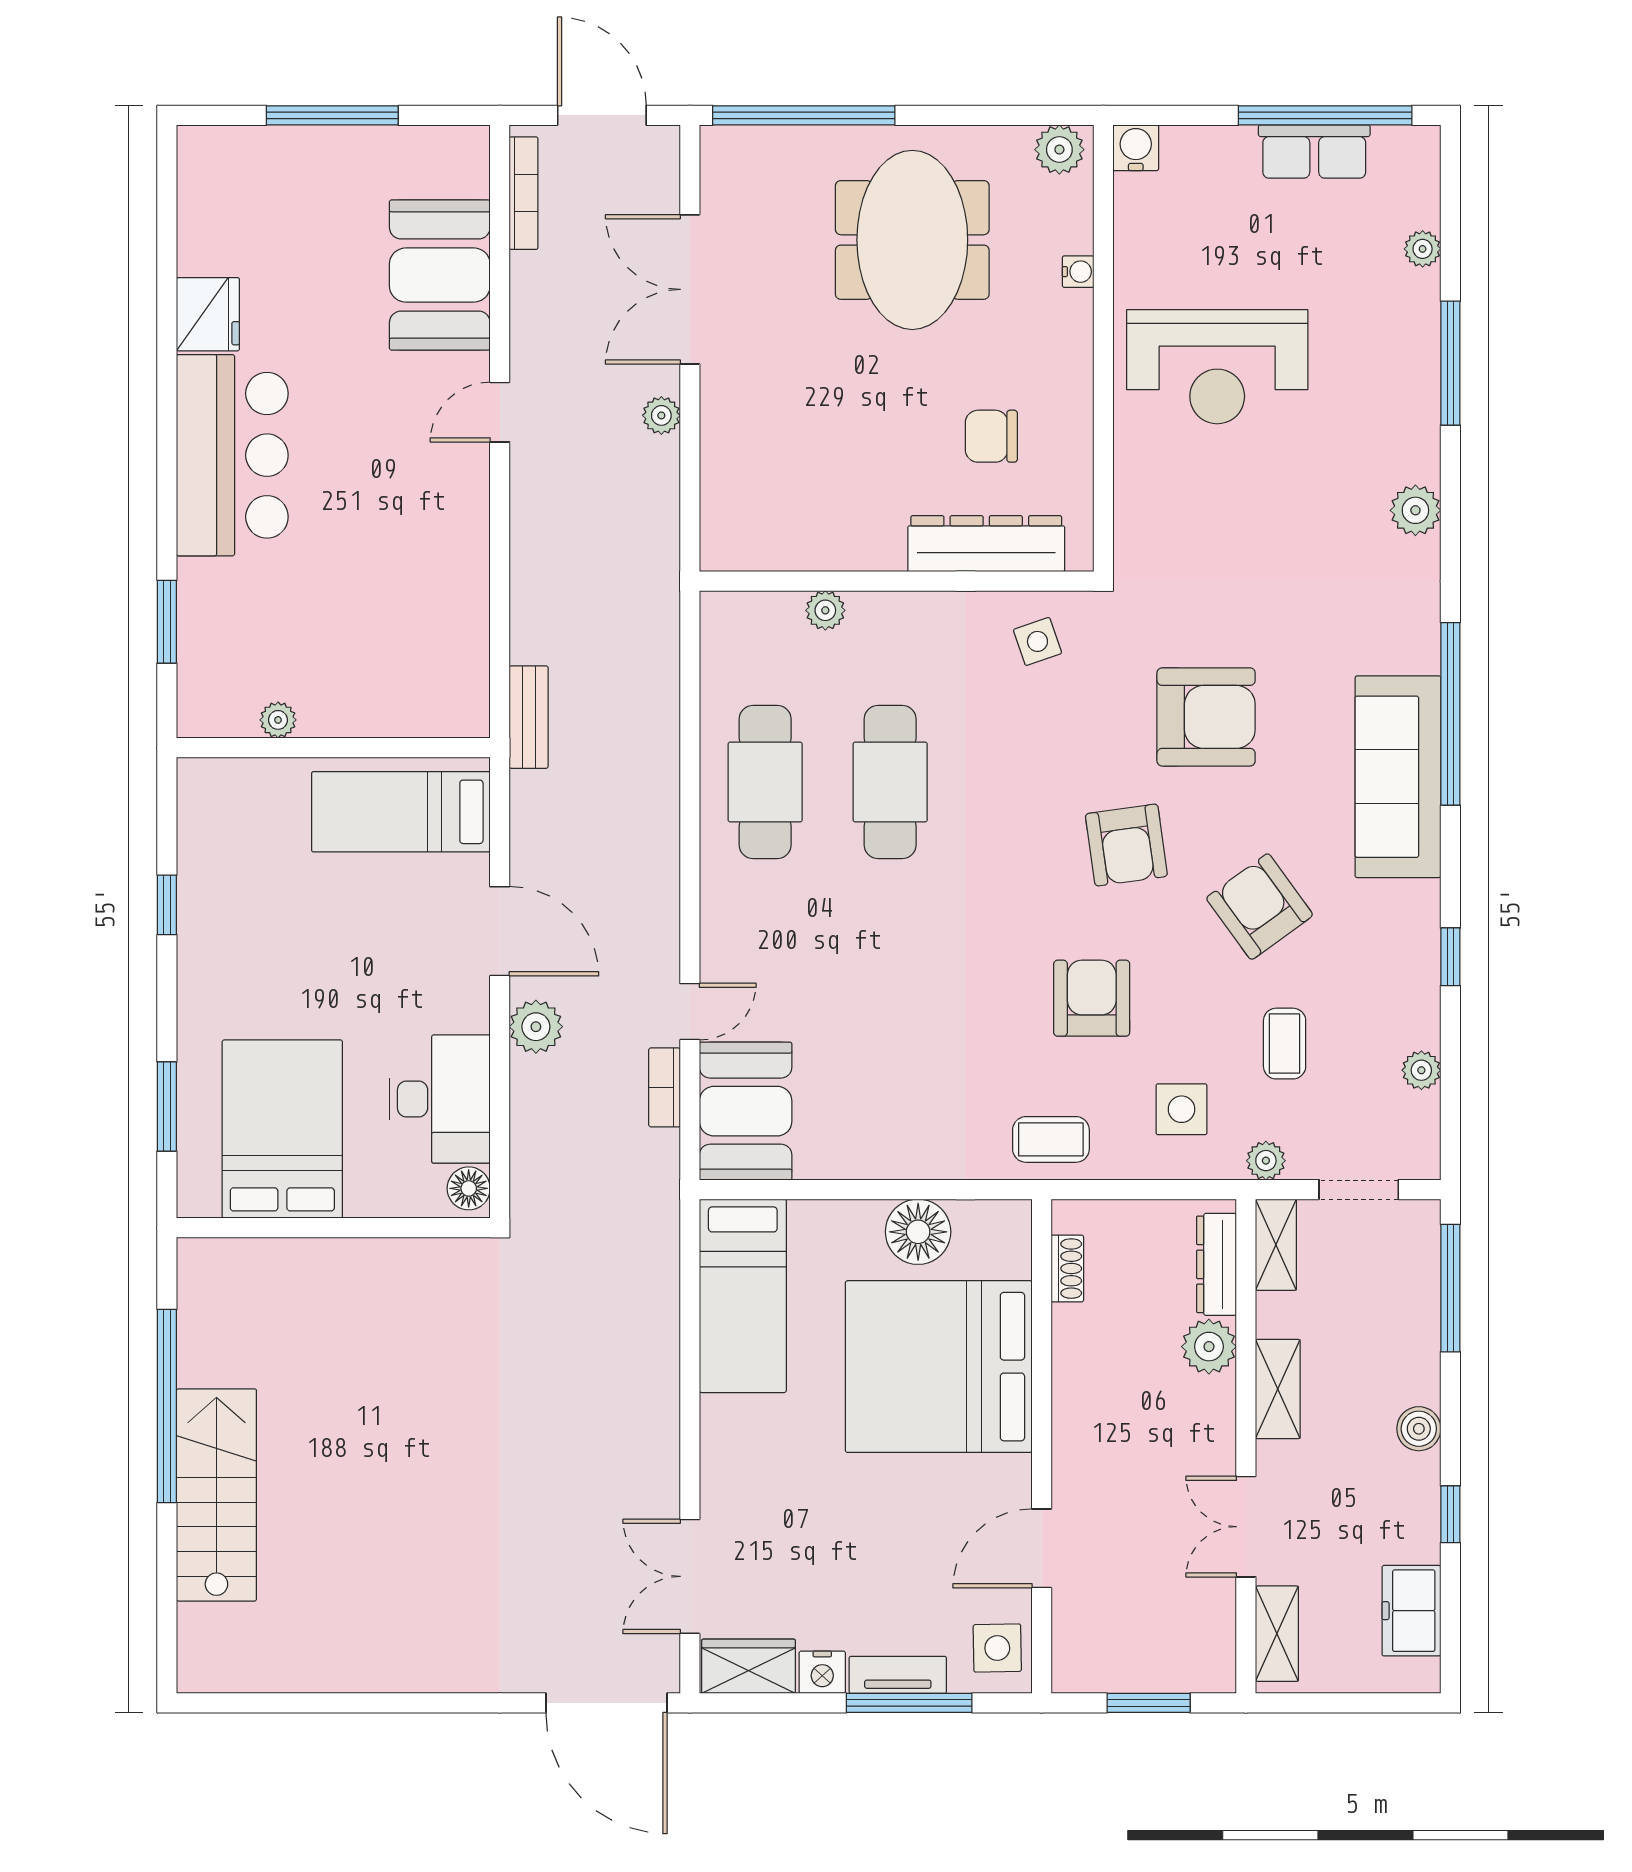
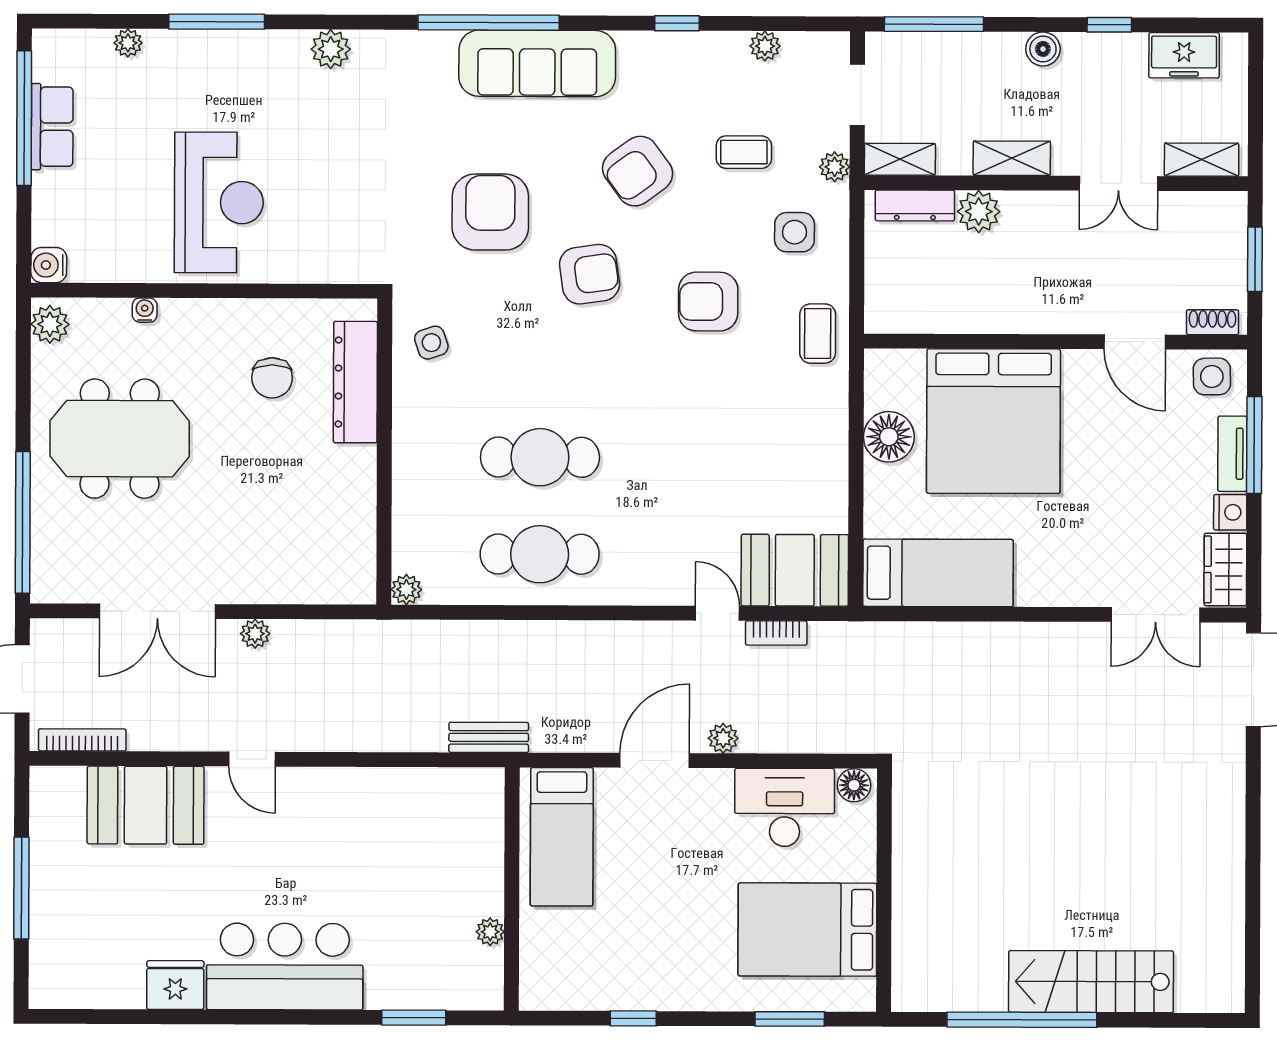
plant: (825, 610) -> (406, 590), moved
plant: (536, 1027) -> (723, 738), width x0.73, depth x0.73
shoe rack: (1067, 1269) -> (1213, 322), moved

